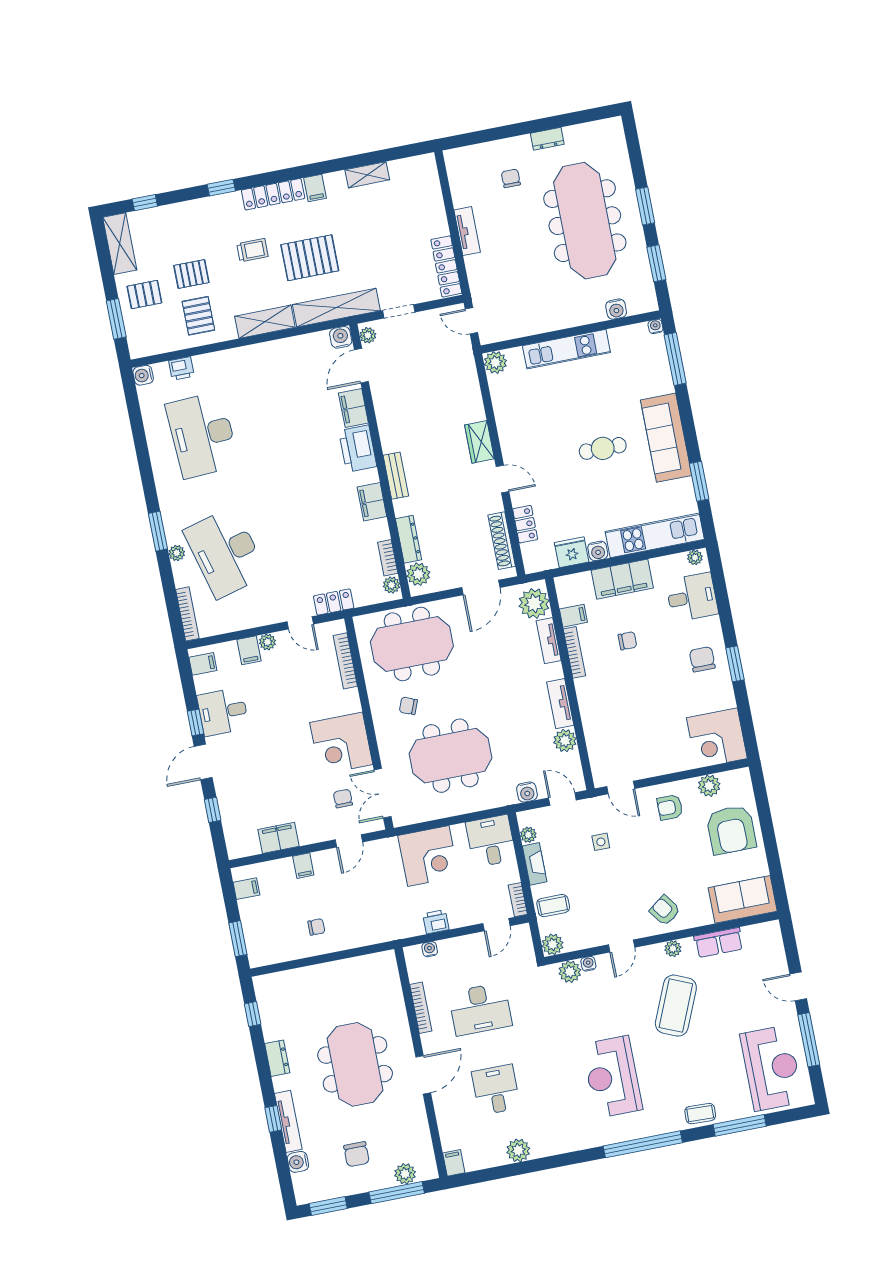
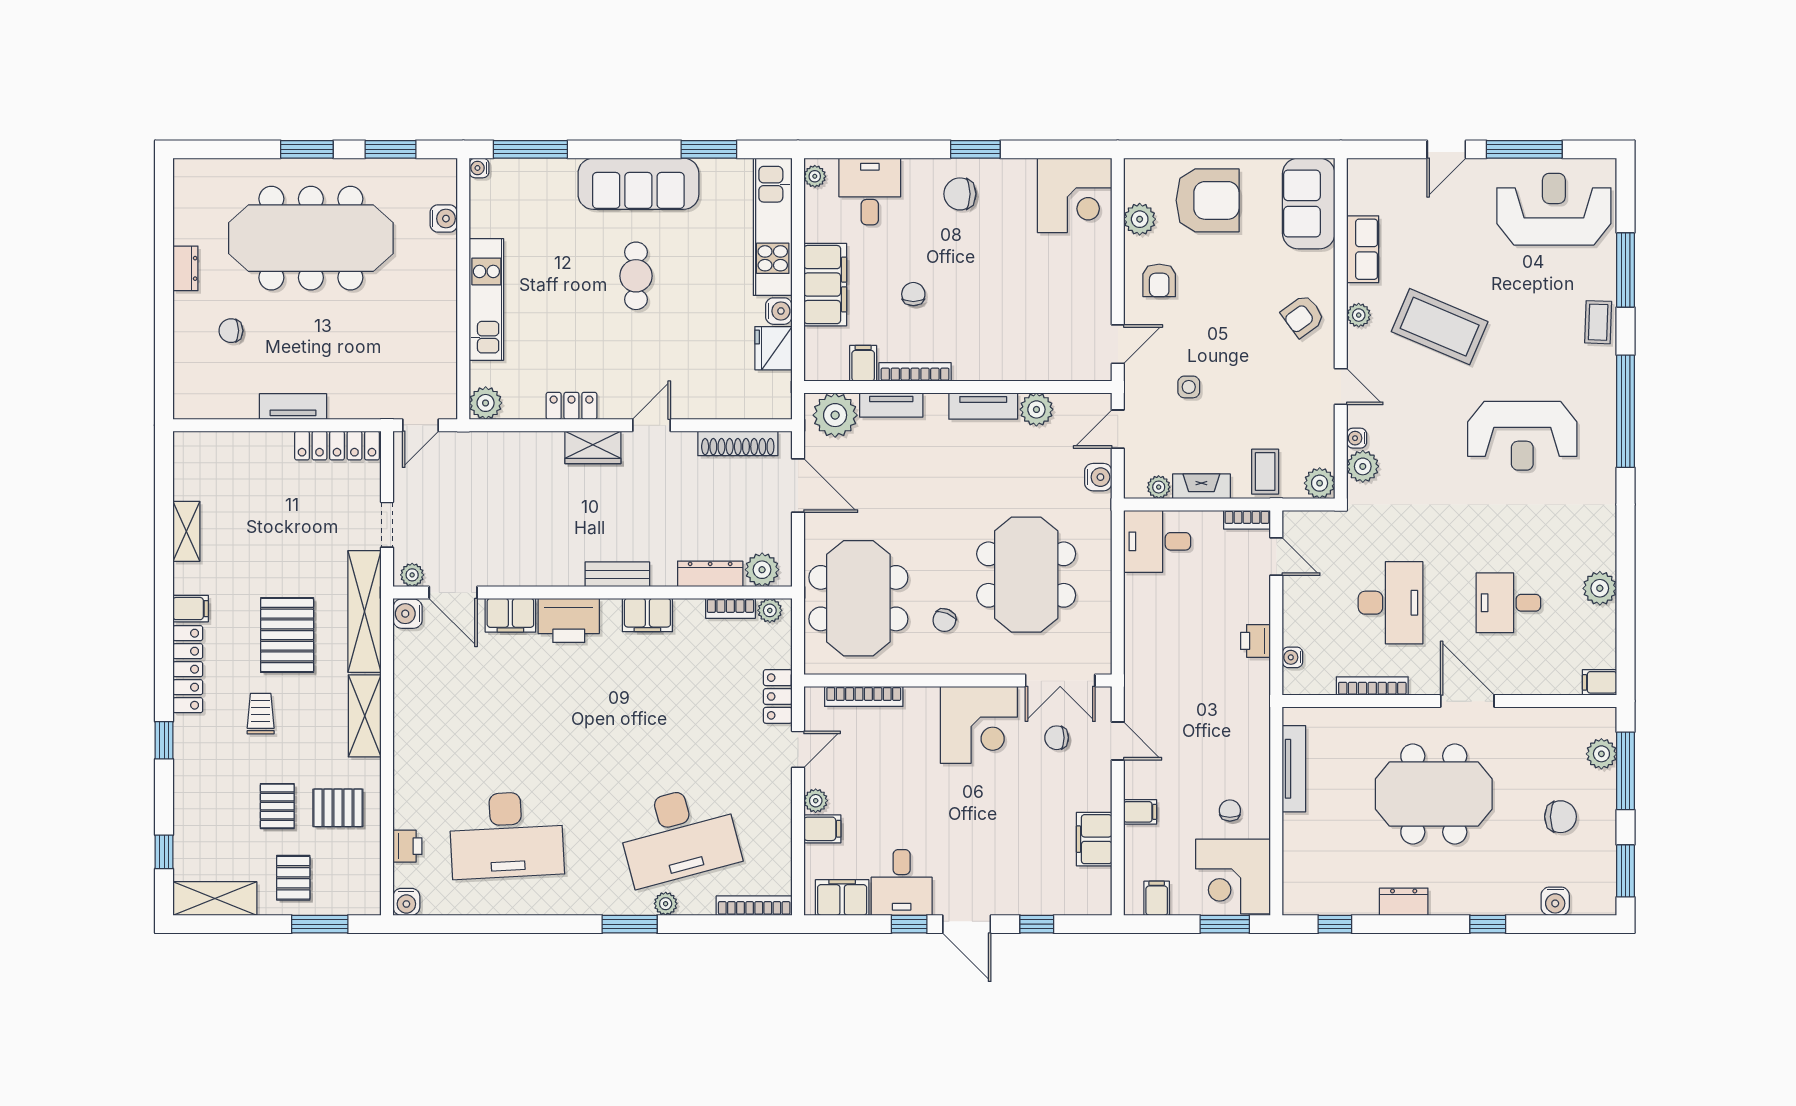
locker: (525, 524) -> (571, 406), moved
filing cabinet: (203, 664) -> (842, 897), width x2.00
corner desk: (428, 856) -> (1233, 876), moved, turned 180
tv unit: (288, 1121) -> (1294, 769), moved, turned 90

